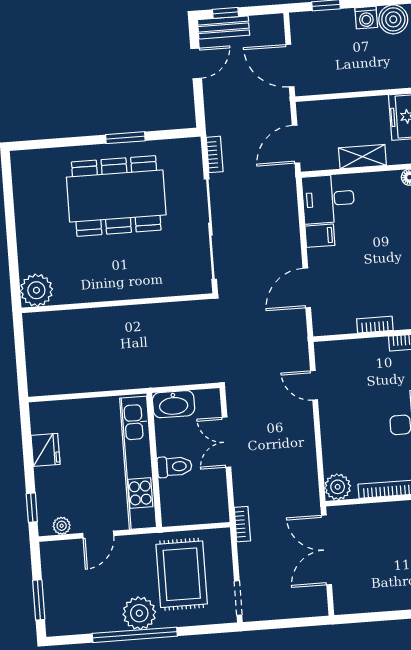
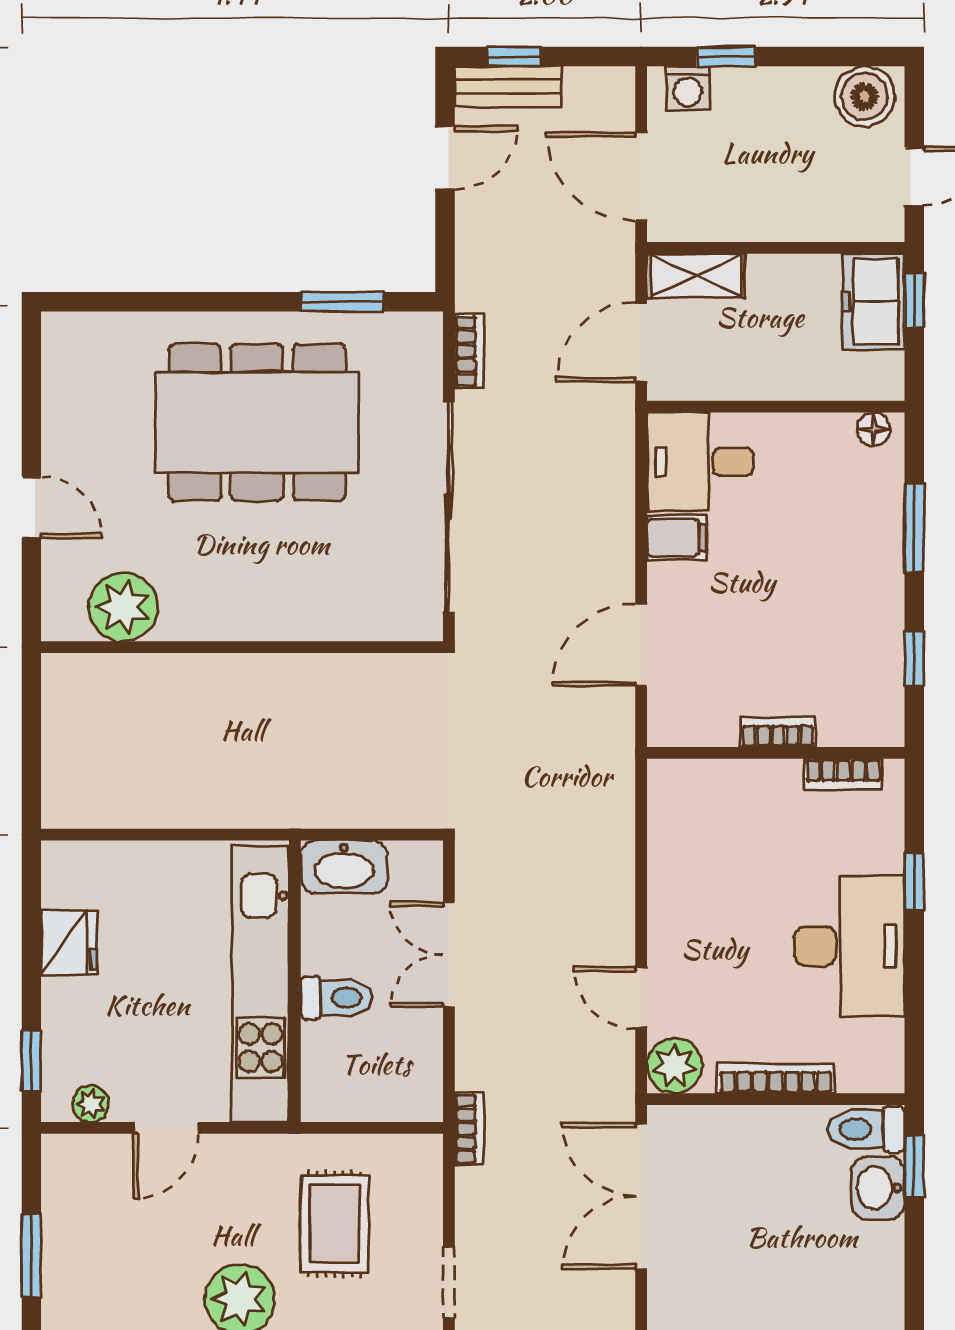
washing machine: (366, 18) -> (688, 88), moved
window: (125, 138) -> (342, 302), moved
shelving: (362, 157) -> (696, 276), moved
door: (12, 244) -> (31, 507), added
plant: (36, 290) -> (123, 607), moved
door: (314, 385) -> (641, 998), moved
rug: (182, 574) -> (334, 1224), width x0.73, depth x0.70

